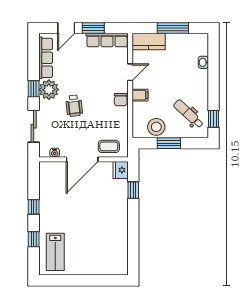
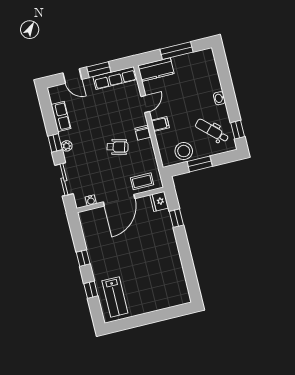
door: (66, 28) -> (72, 76), hinge flipped
row of seats: (46, 58) -> (61, 117), width x0.68
washbasin: (203, 62) -> (219, 98), moved
plant: (49, 90) -> (67, 146), width x0.53, depth x0.53
wheelchair: (74, 106) -> (117, 147), moved, turned -69

